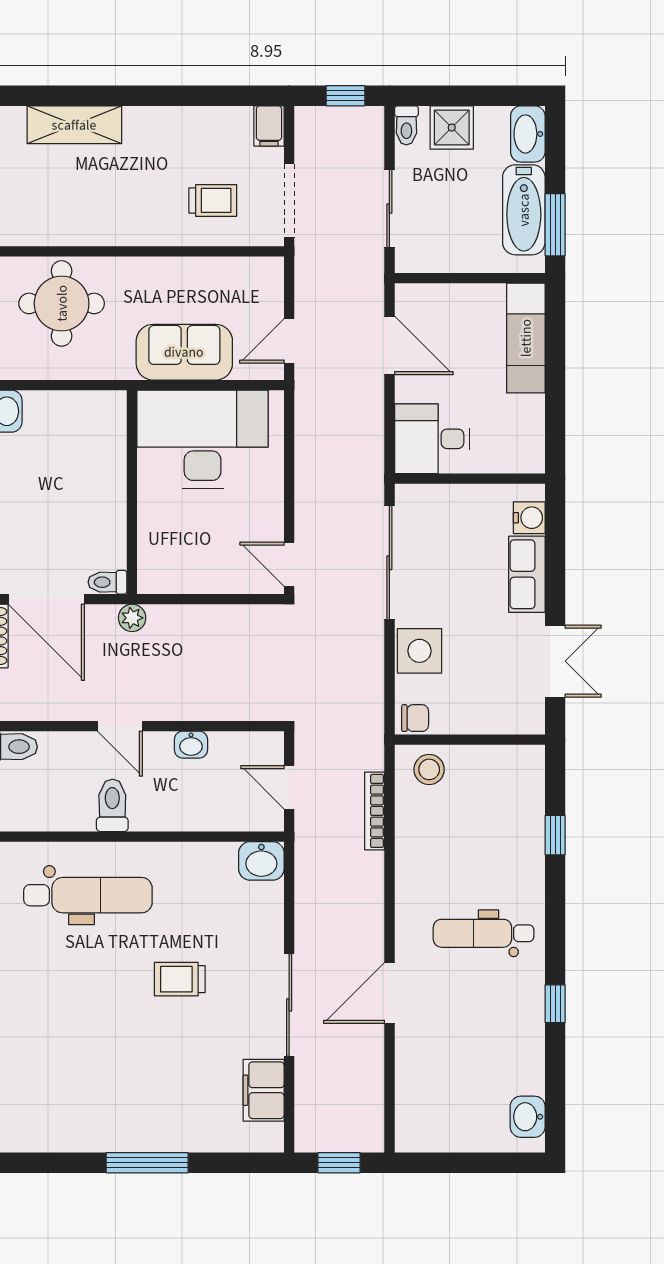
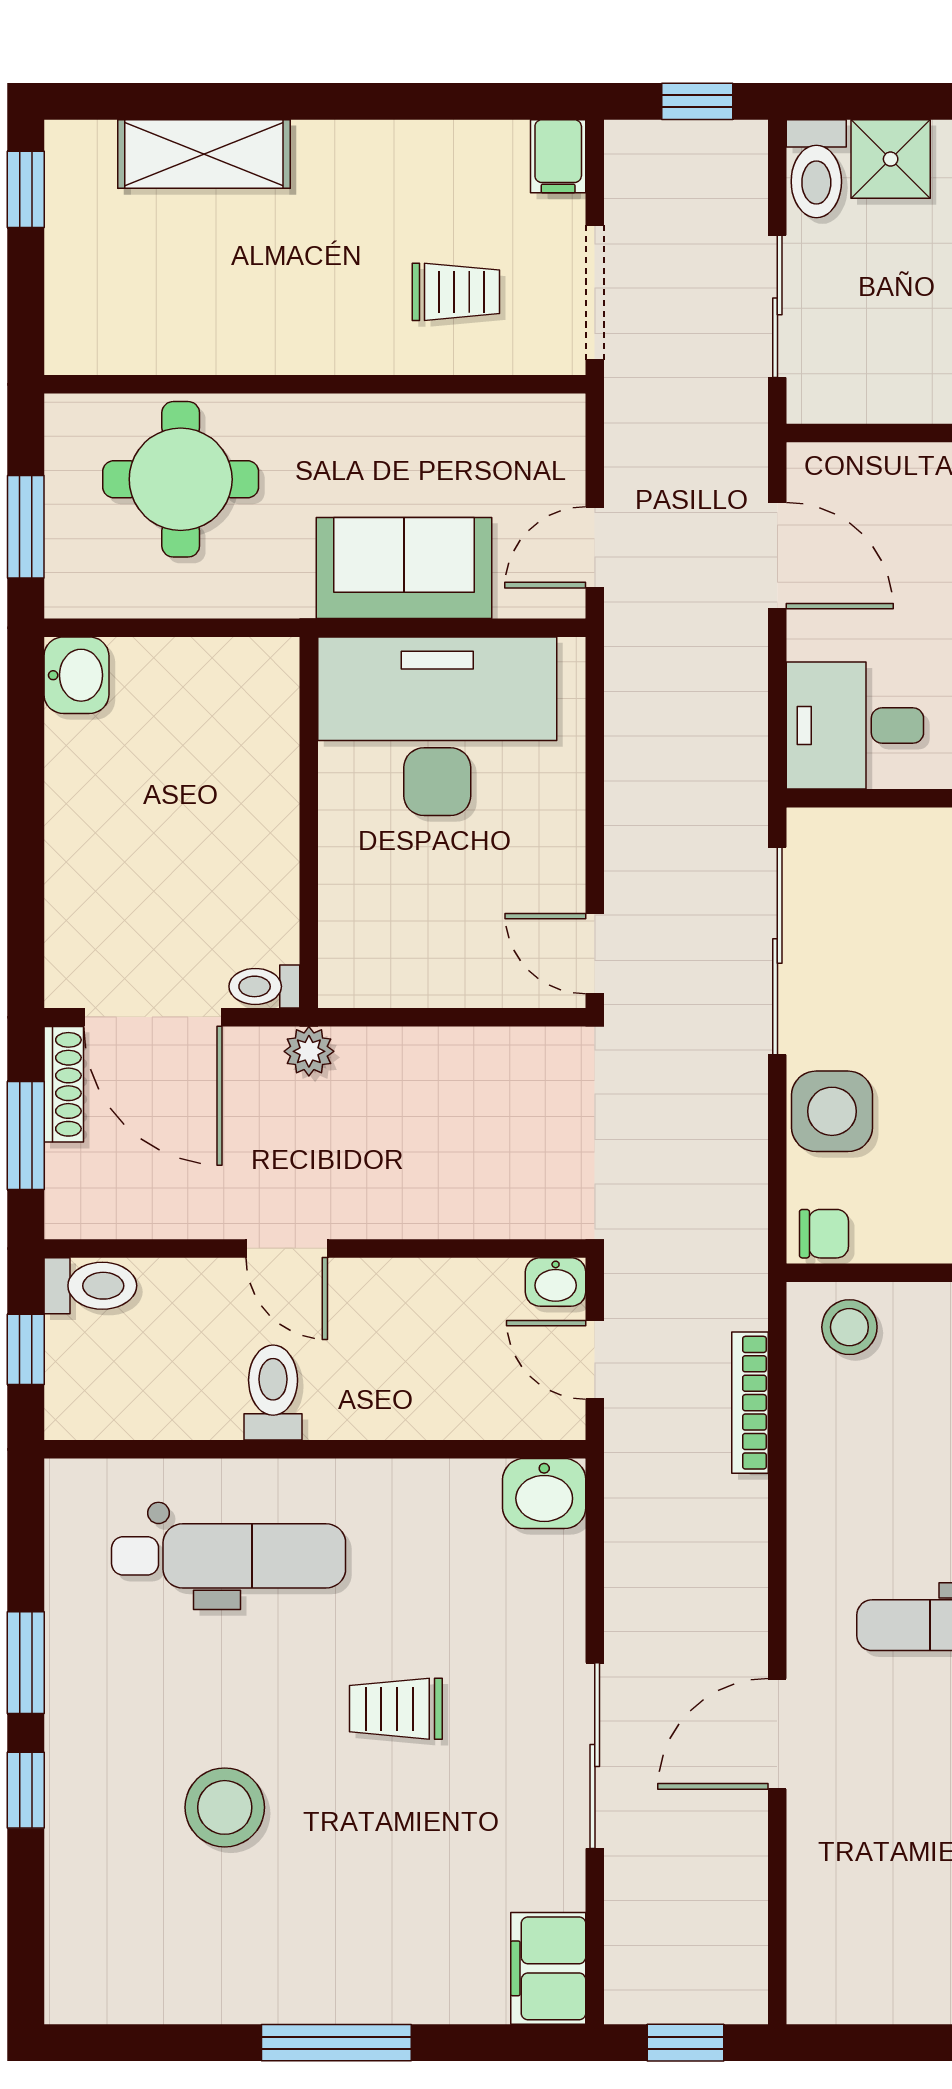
toilet: (406, 125) -> (816, 169), width x1.37, depth x1.39
washbasin: (191, 745) -> (556, 1282), moved
stool: (86, 1033) -> (225, 1807), added
filing cabinet: (264, 1090) -> (548, 1968), moved

